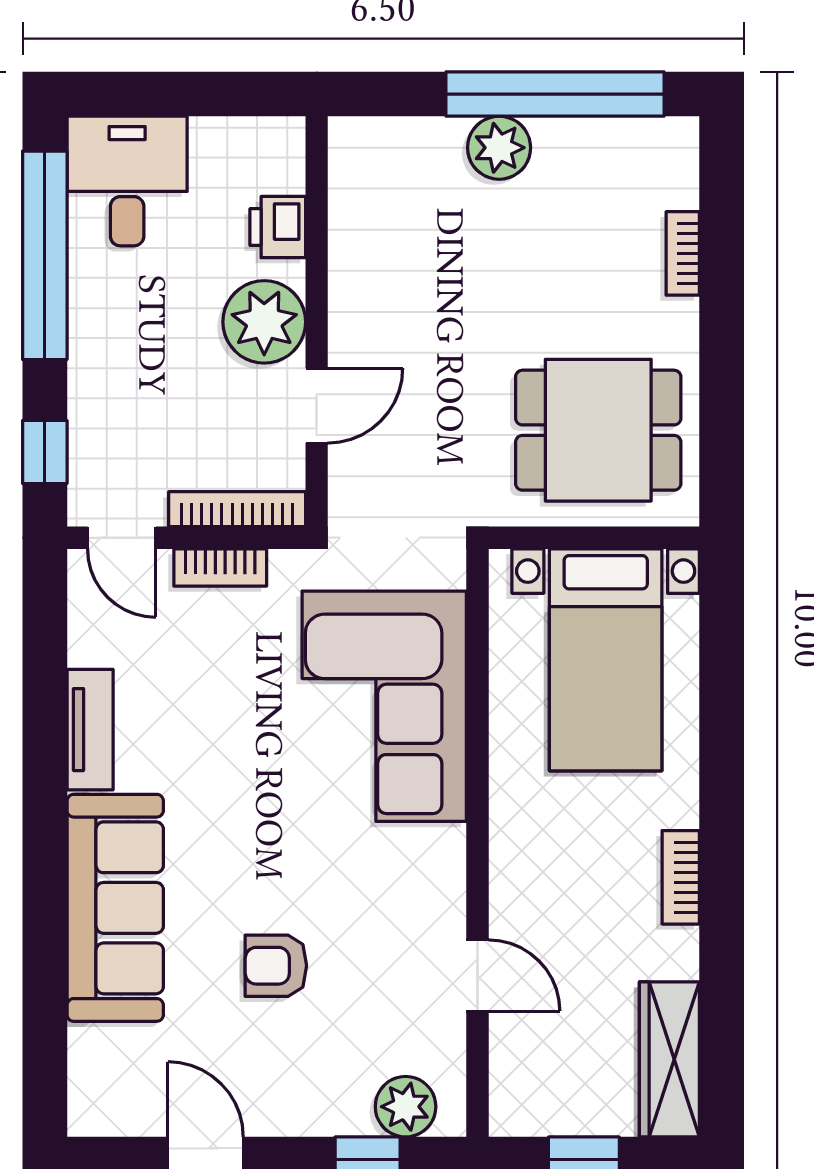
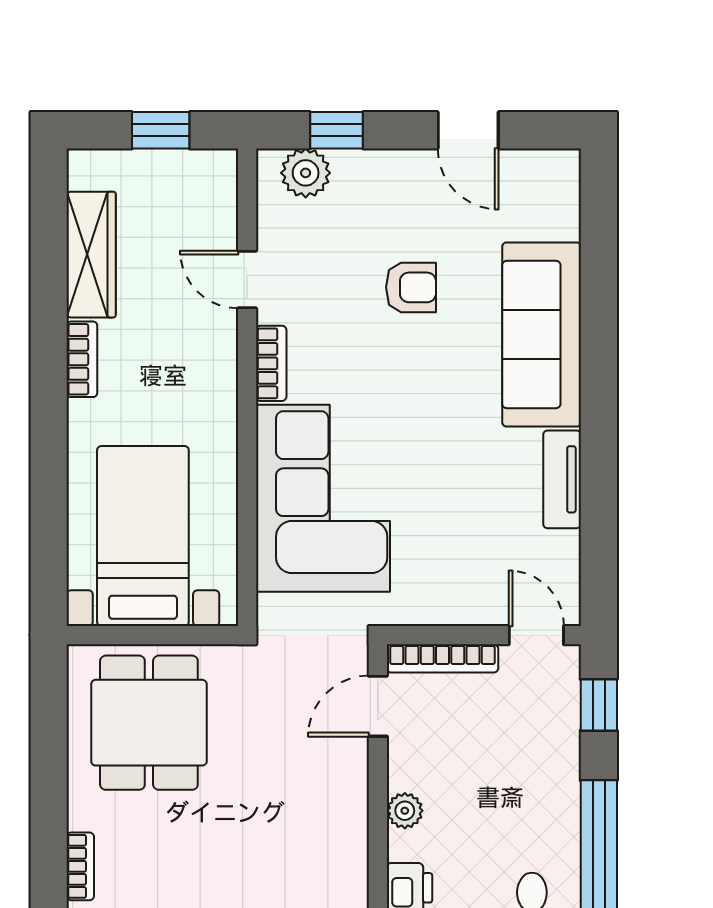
plant: (264, 322) -> (405, 811), width x0.53, depth x0.53
door: (317, 406) -> (378, 706), moved
dining table: (598, 430) -> (149, 723), turned 90
bookcase: (220, 567) -> (271, 363), moved, turned 90
wardrobe: (669, 1059) -> (91, 255), moved

